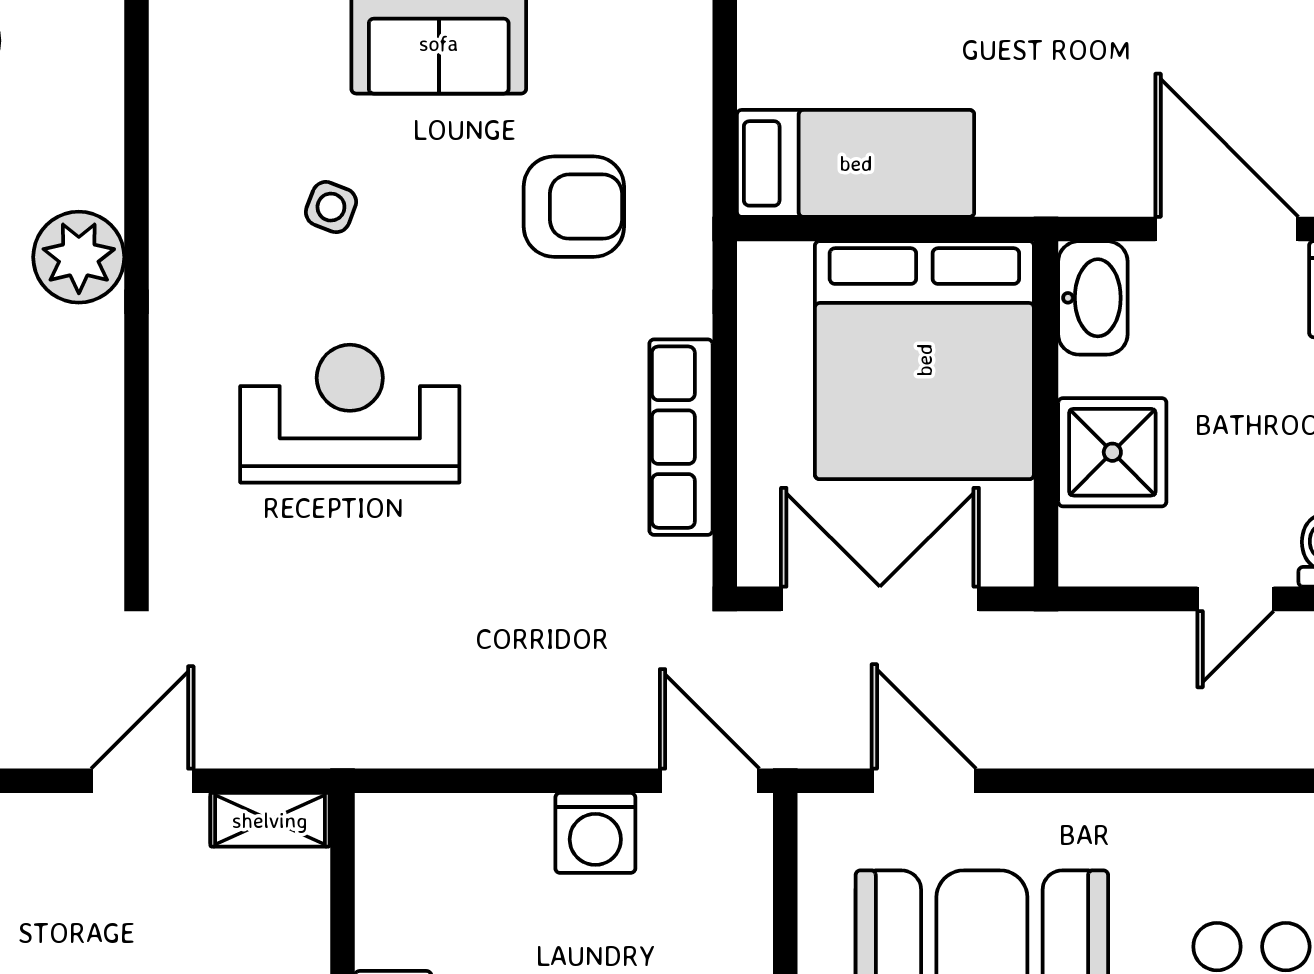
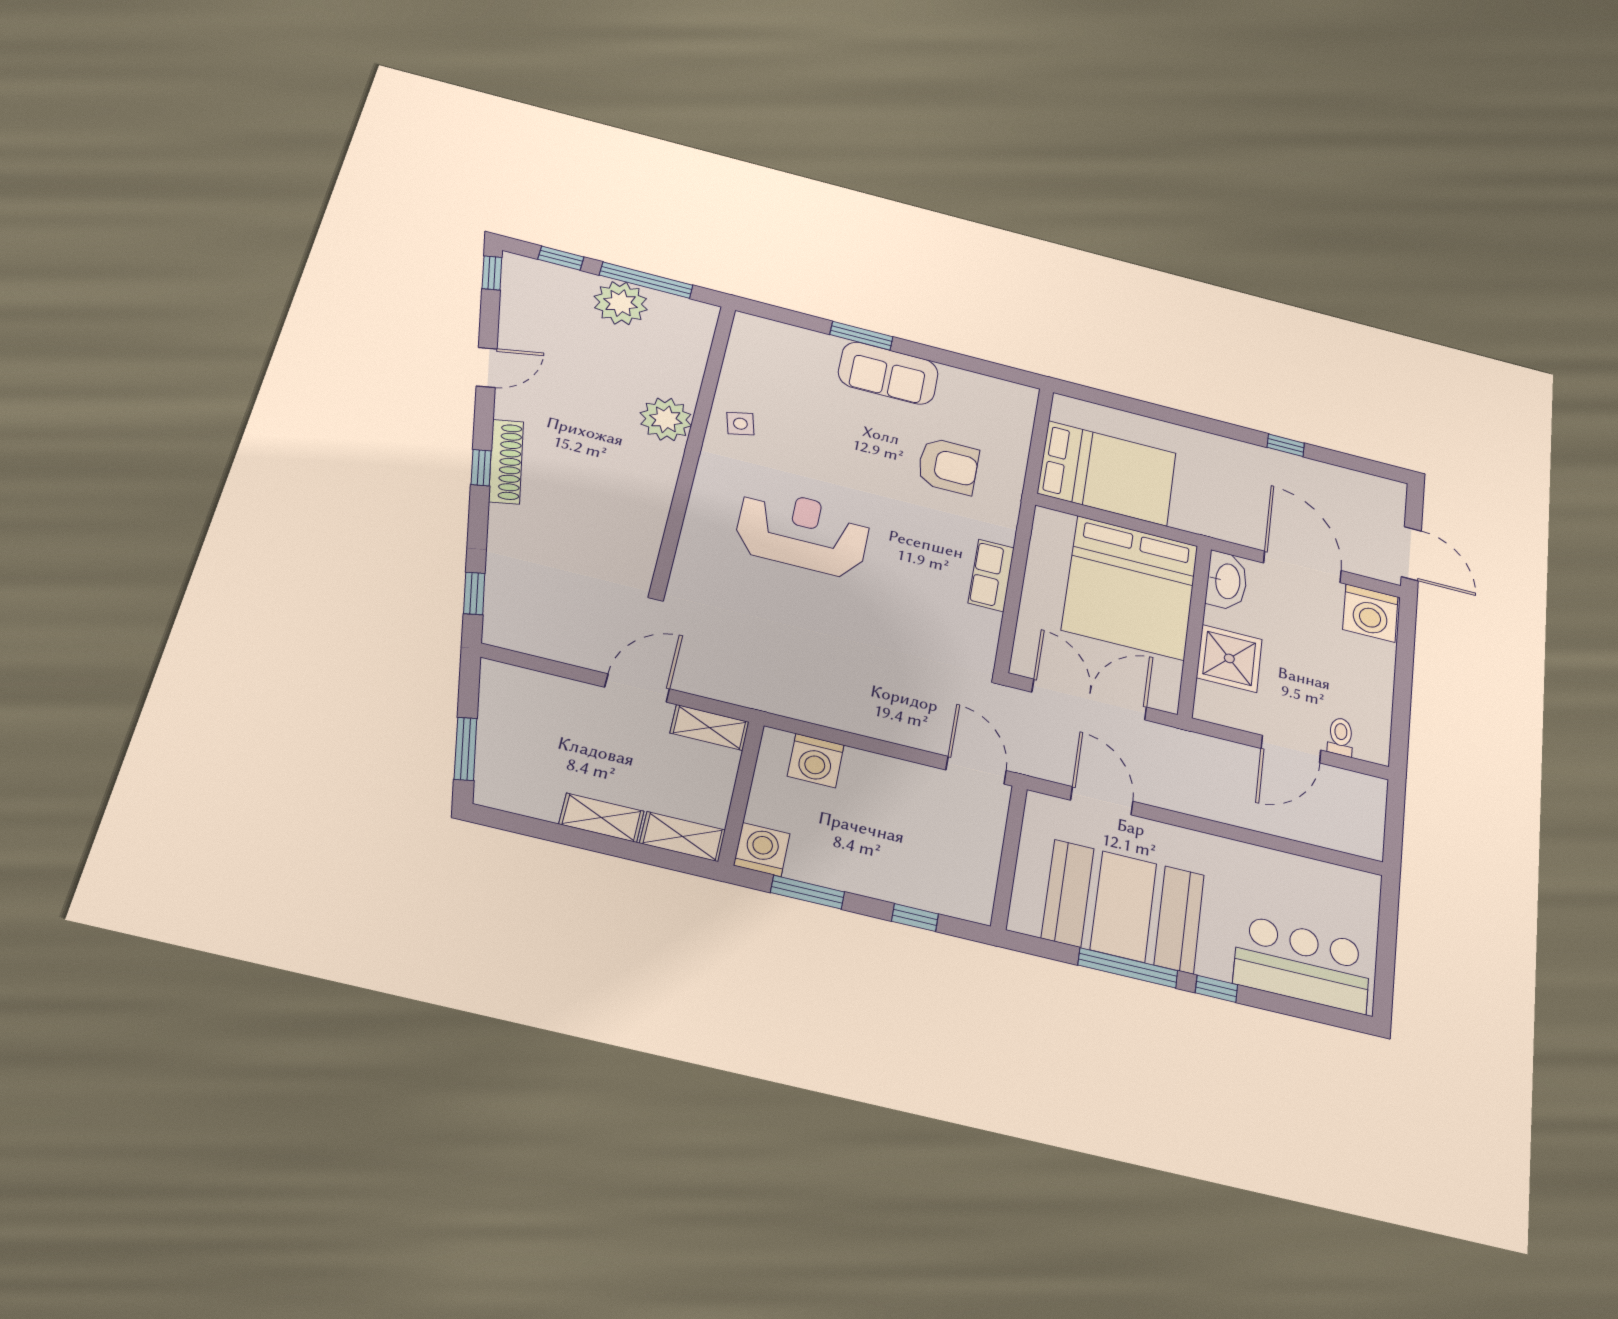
bed: (856, 163) -> (1107, 473), width x1.50
side table: (331, 207) -> (740, 424), moved, turned -35
row of seats: (681, 437) -> (991, 575), width x0.68
door: (1235, 599) -> (1291, 749), width x1.38
washing machine: (595, 833) -> (816, 761), moved

